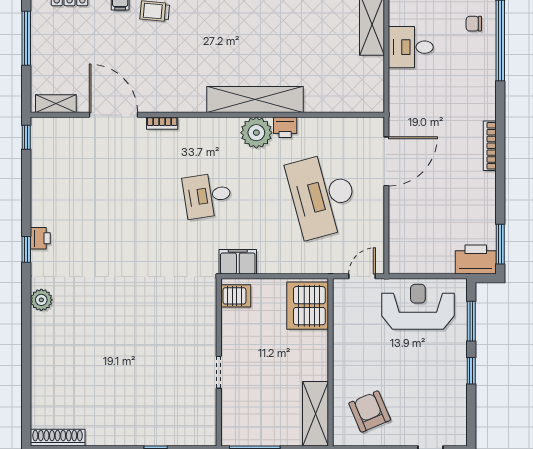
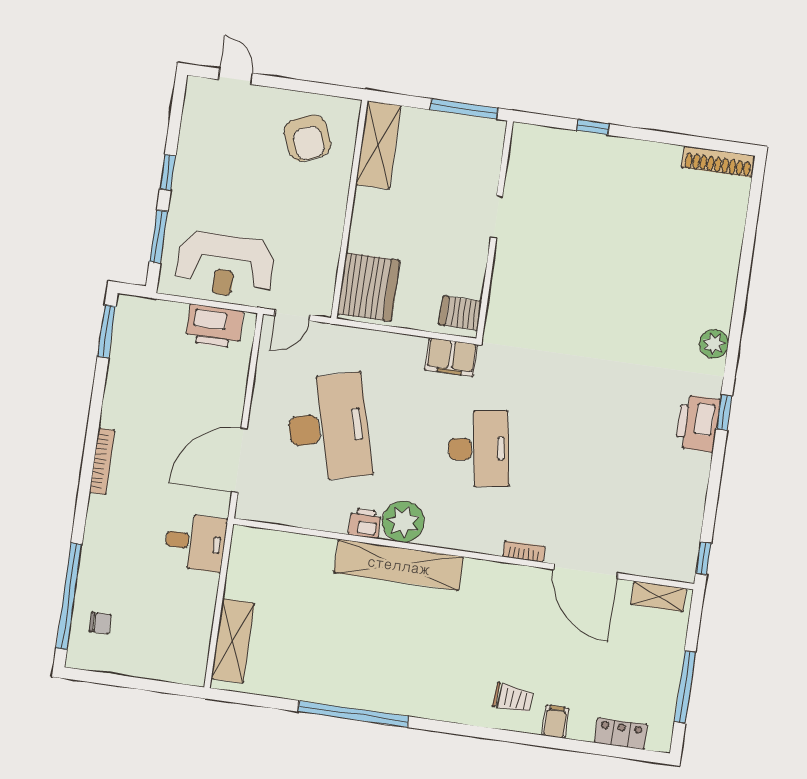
desk: (411, 47) -> (195, 542), moved
desk: (207, 196) -> (479, 449), width x1.37
printer: (40, 238) -> (698, 423), width x1.87, depth x1.48
printer: (476, 260) -> (214, 326), moved

